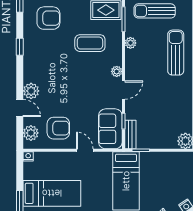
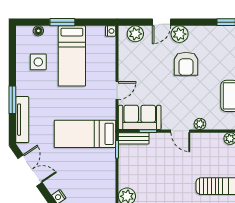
armchair: (58, 128) -> (186, 64), moved

